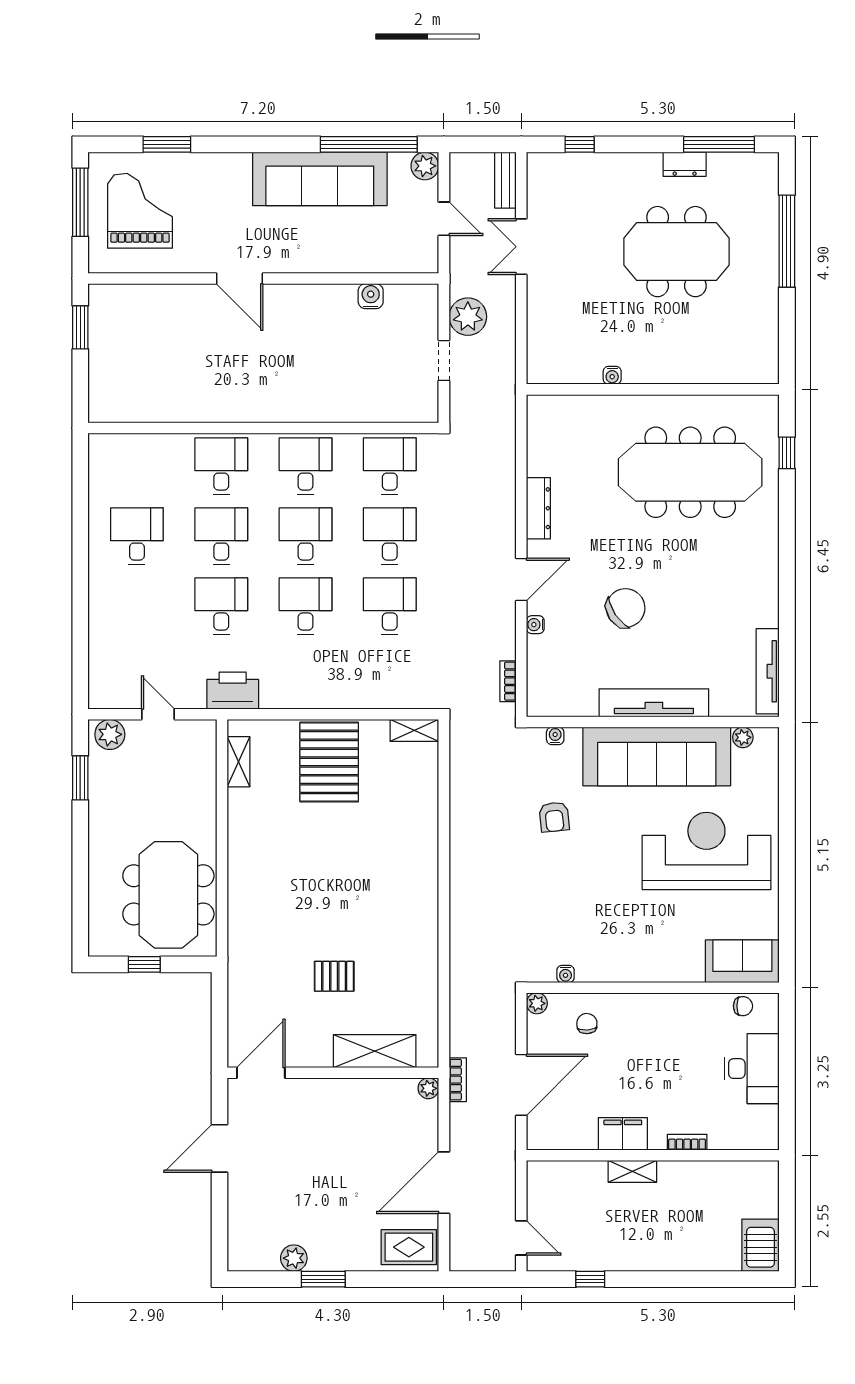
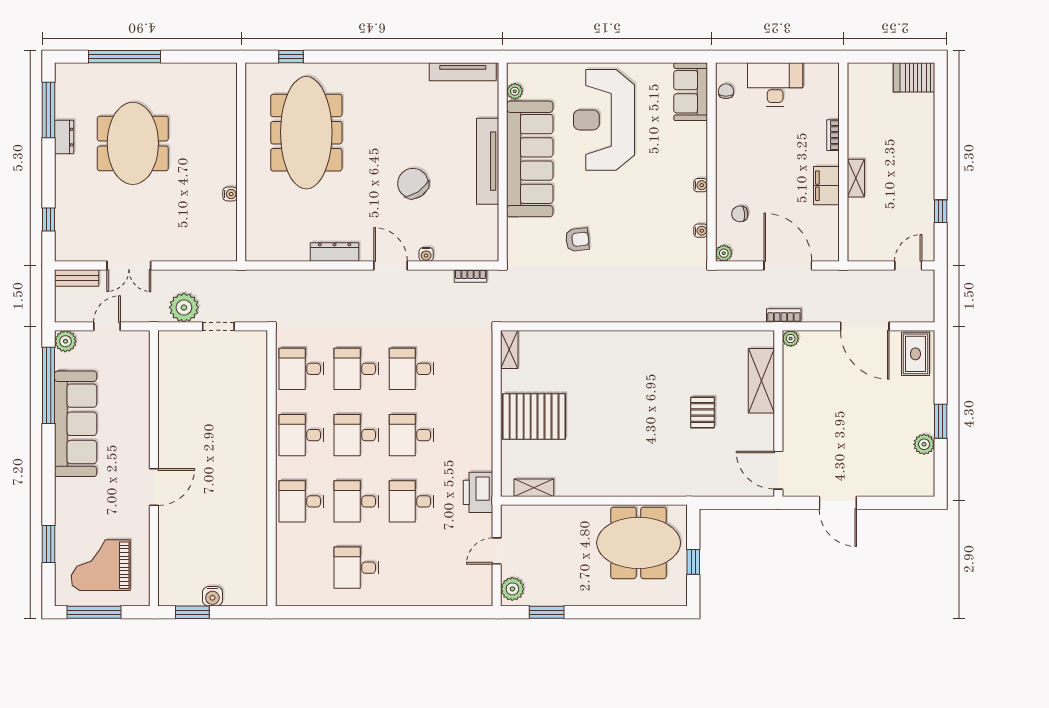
water cooler: (371, 296) -> (212, 596), moved, turned -90
water cooler: (555, 736) -> (701, 185), moved, turned 180

